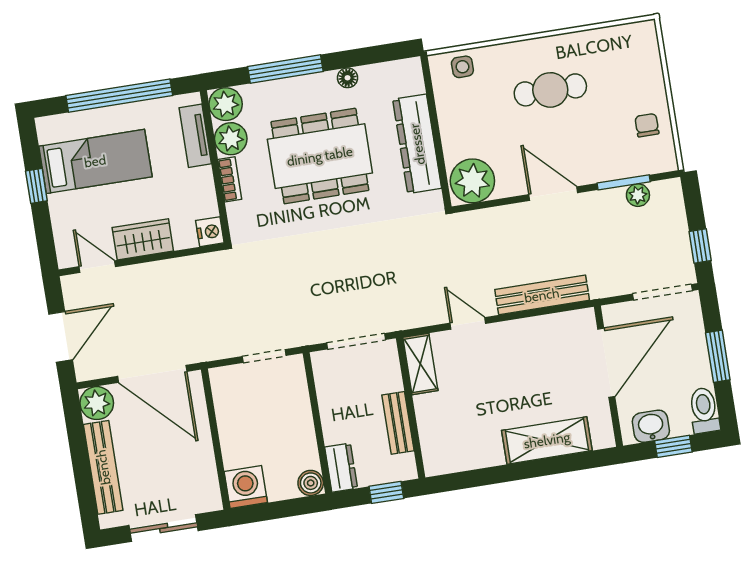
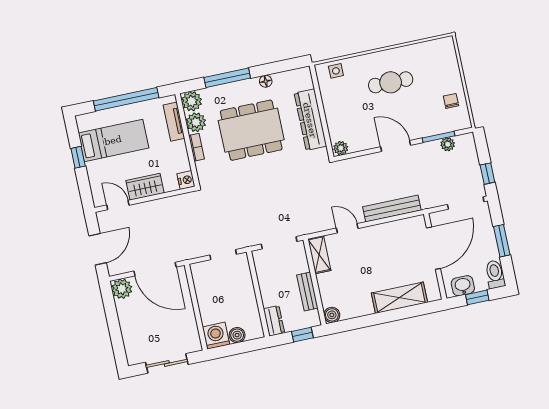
plant: (472, 181) -> (341, 148), width x0.53, depth x0.53
boiler: (436, 463) -> (332, 315), added
bench: (103, 467) -> (128, 328), removed
boiler: (311, 483) -> (237, 335), moved

